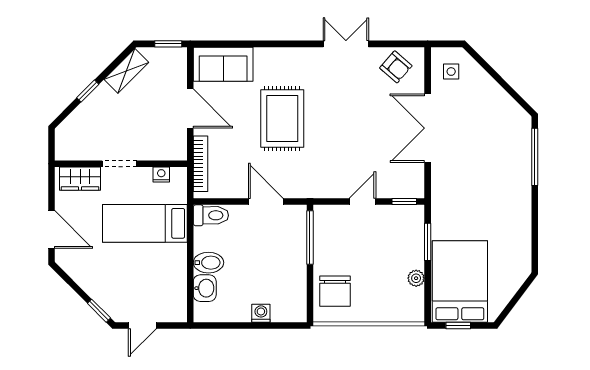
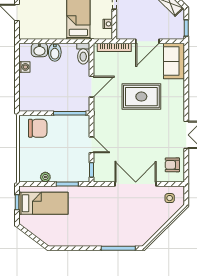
armchair: (396, 67) -> (172, 165), turned 49
bed: (460, 281) -> (43, 203), width x0.67
chair: (335, 291) -> (38, 128), turned 180
washing machine: (261, 313) -> (24, 67), moved

